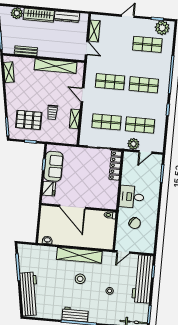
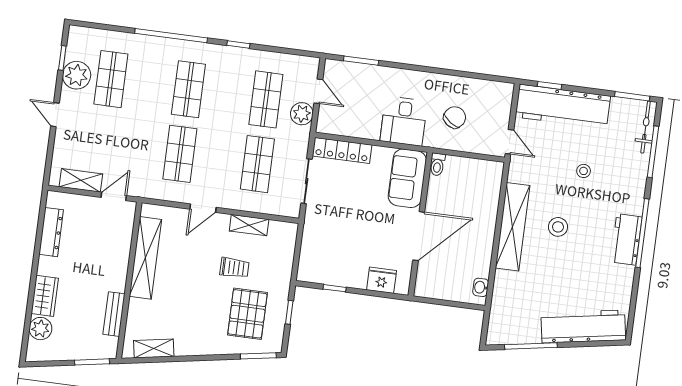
wardrobe: (39, 15) -> (45, 296), width x0.67
plant: (162, 28) -> (77, 75), moved
sofa: (53, 166) -> (407, 178), moved, turned -90

